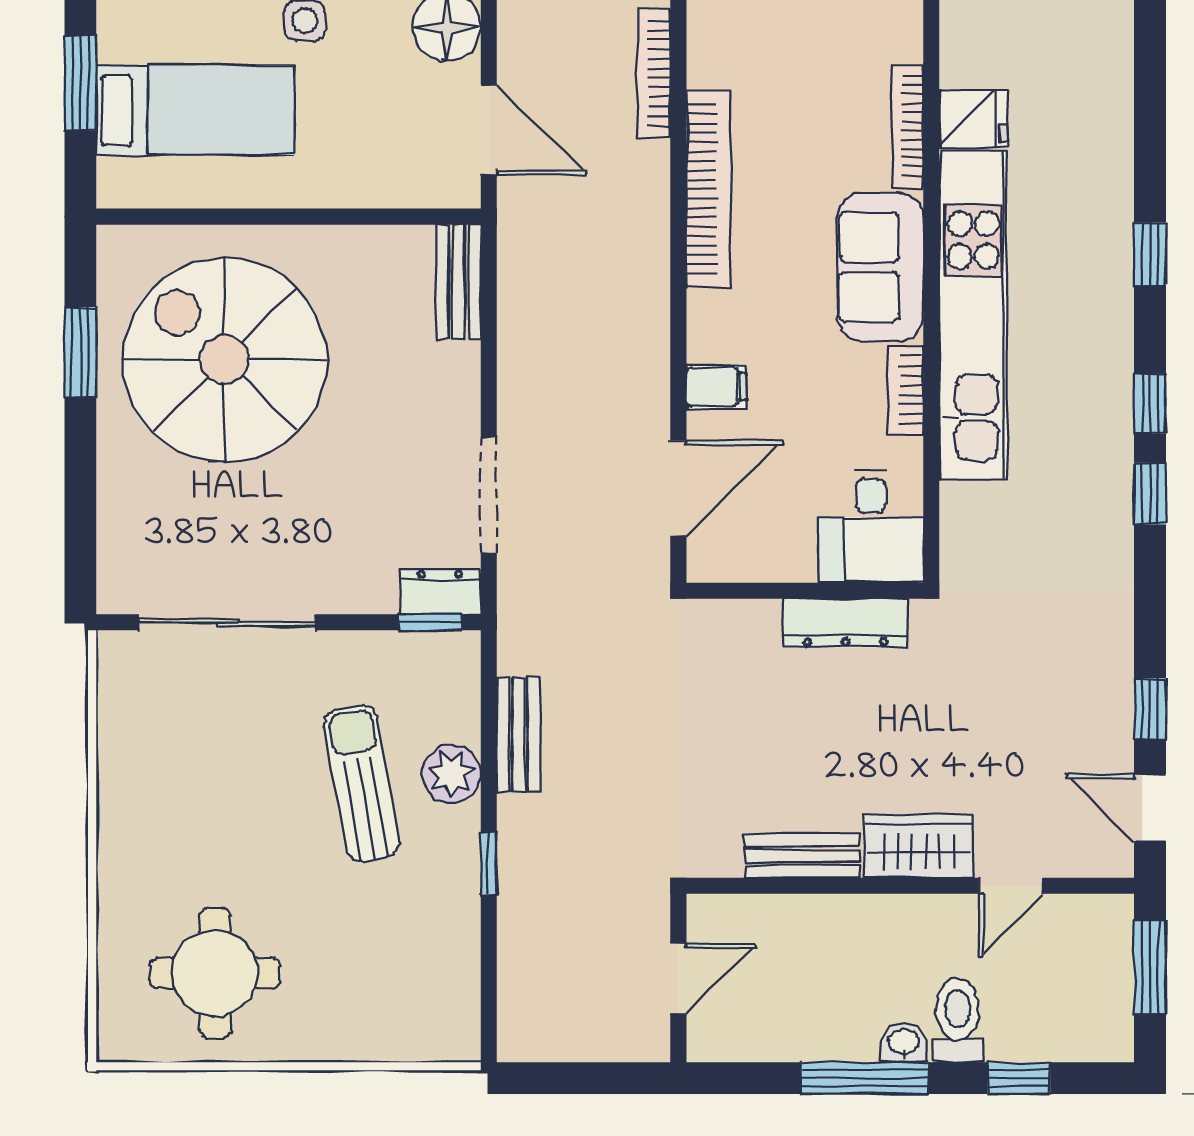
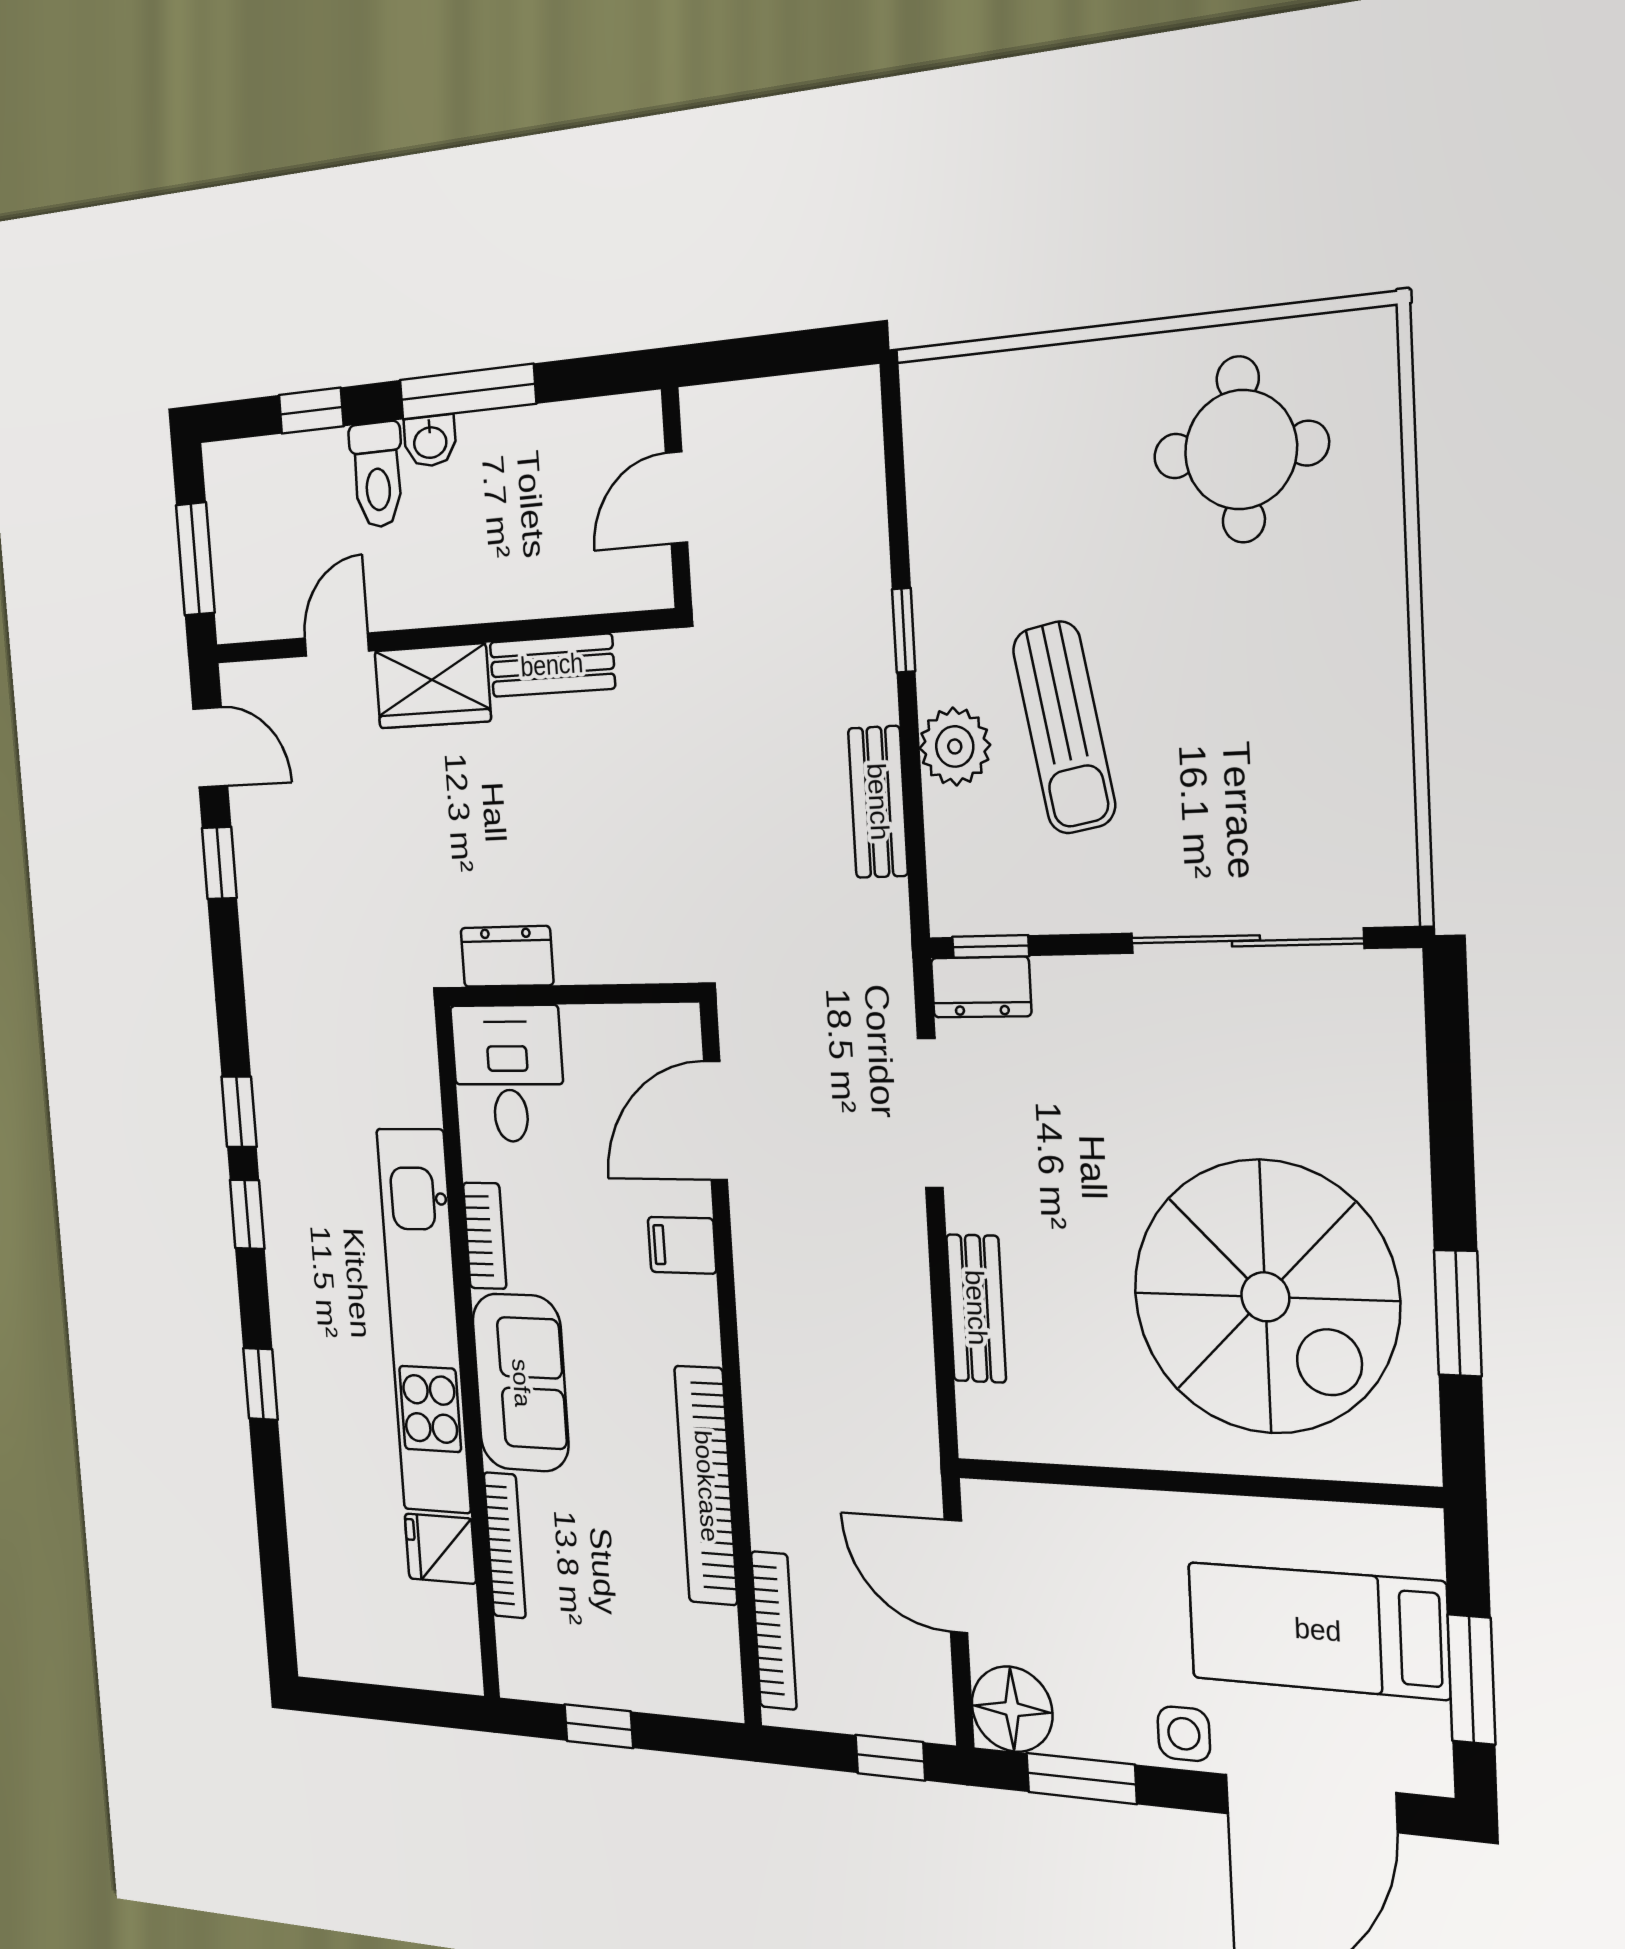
bench: (459, 282) -> (976, 1308), moved
dresser: (846, 623) -> (507, 956), width x0.70

